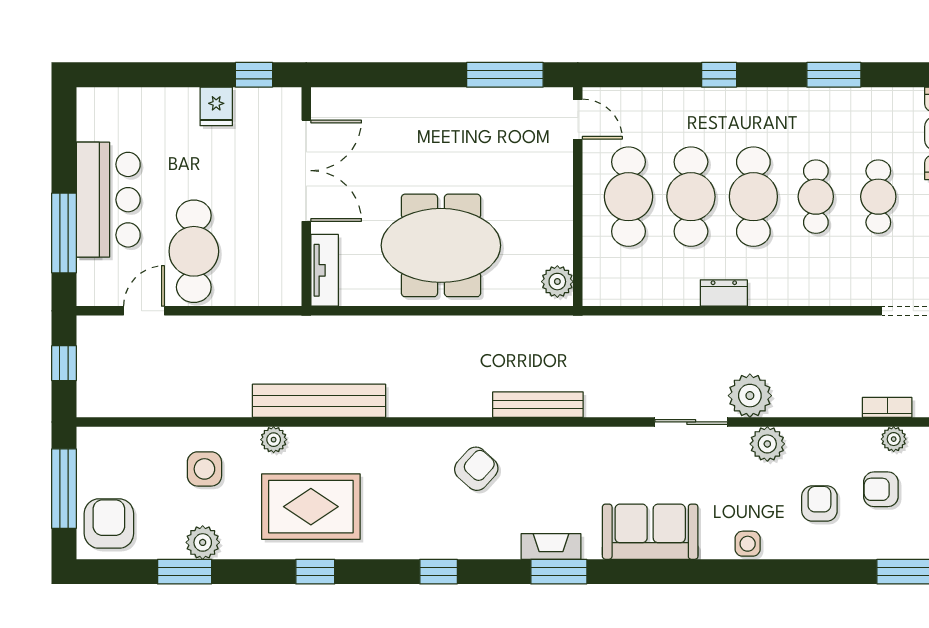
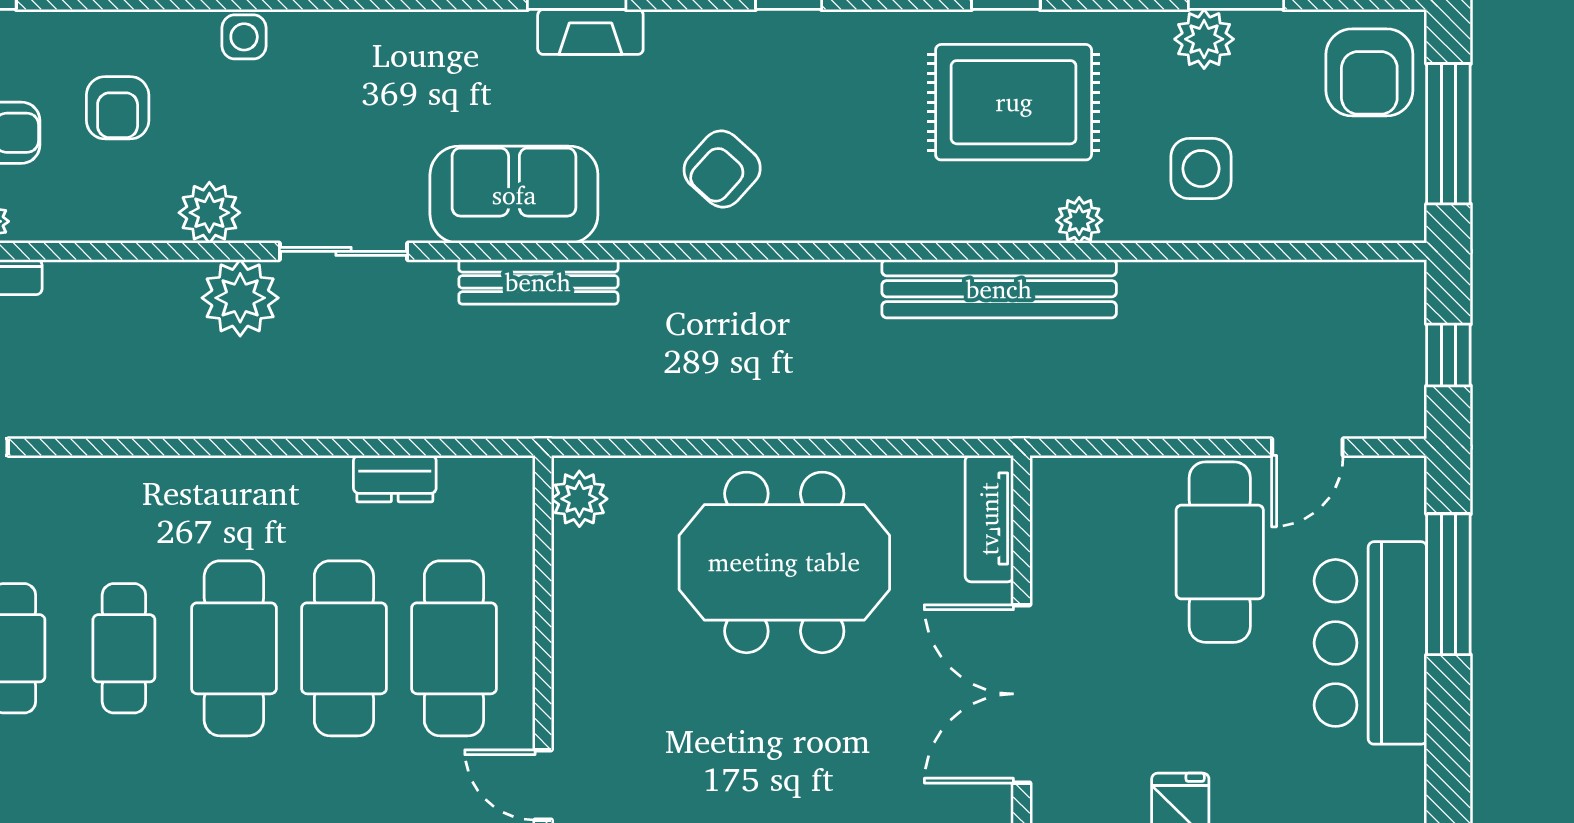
dresser: (724, 293) -> (395, 479), moved
bench: (538, 405) -> (538, 282), moved
sofa: (650, 532) -> (514, 195), moved, turned 180

